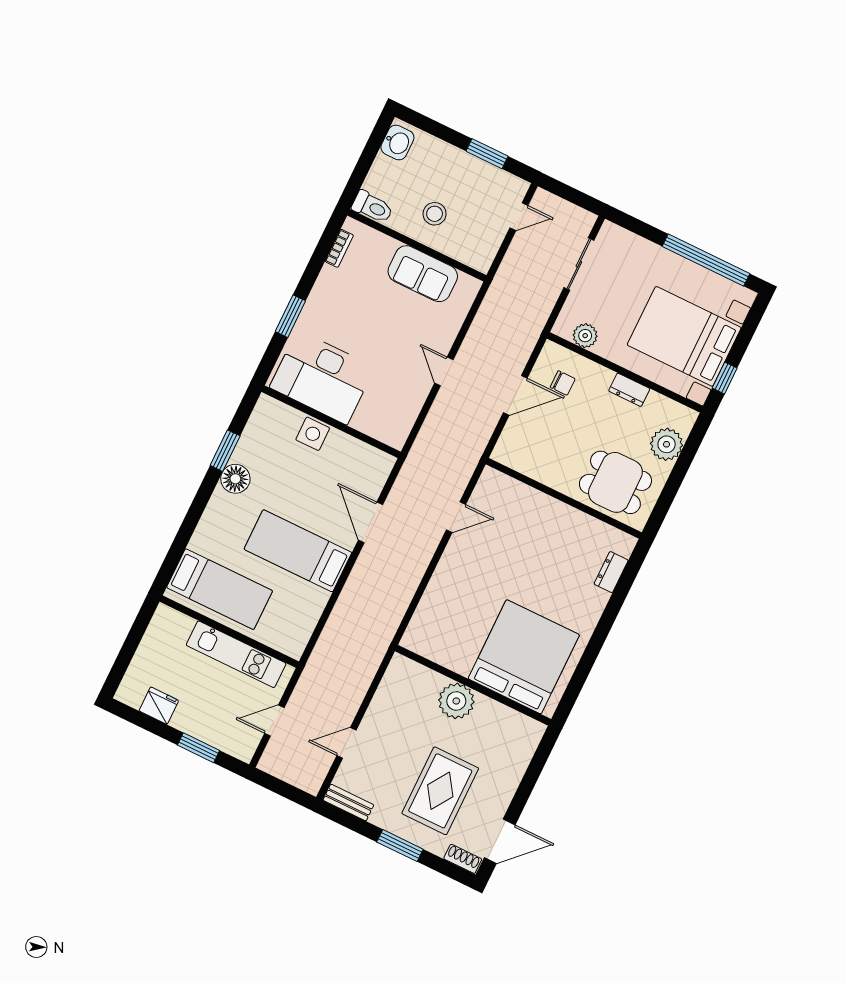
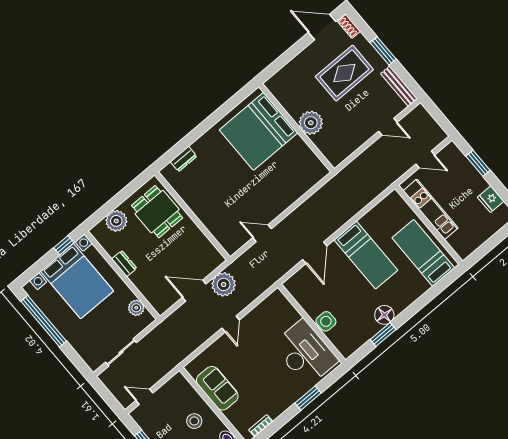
chair: (563, 383) -> (162, 285), removed
plant: (478, 422) -> (224, 284), added
bench: (348, 803) -> (399, 86), width x1.36

